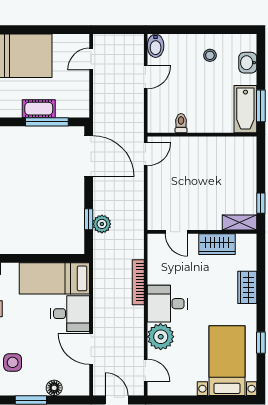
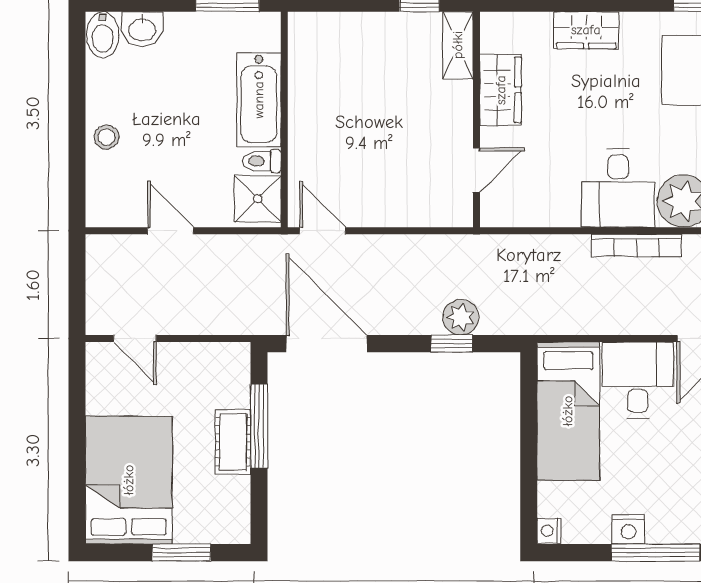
bidet: (156, 46) -> (103, 35), moved, turned 90
stool: (210, 55) -> (106, 137), moved
bathtub: (245, 109) -> (259, 100), moved, turned 90
shower: (162, 121) -> (258, 199), added
door: (89, 156) -> (327, 344), hinge flipped
bookcase: (138, 282) -> (636, 245), moved

